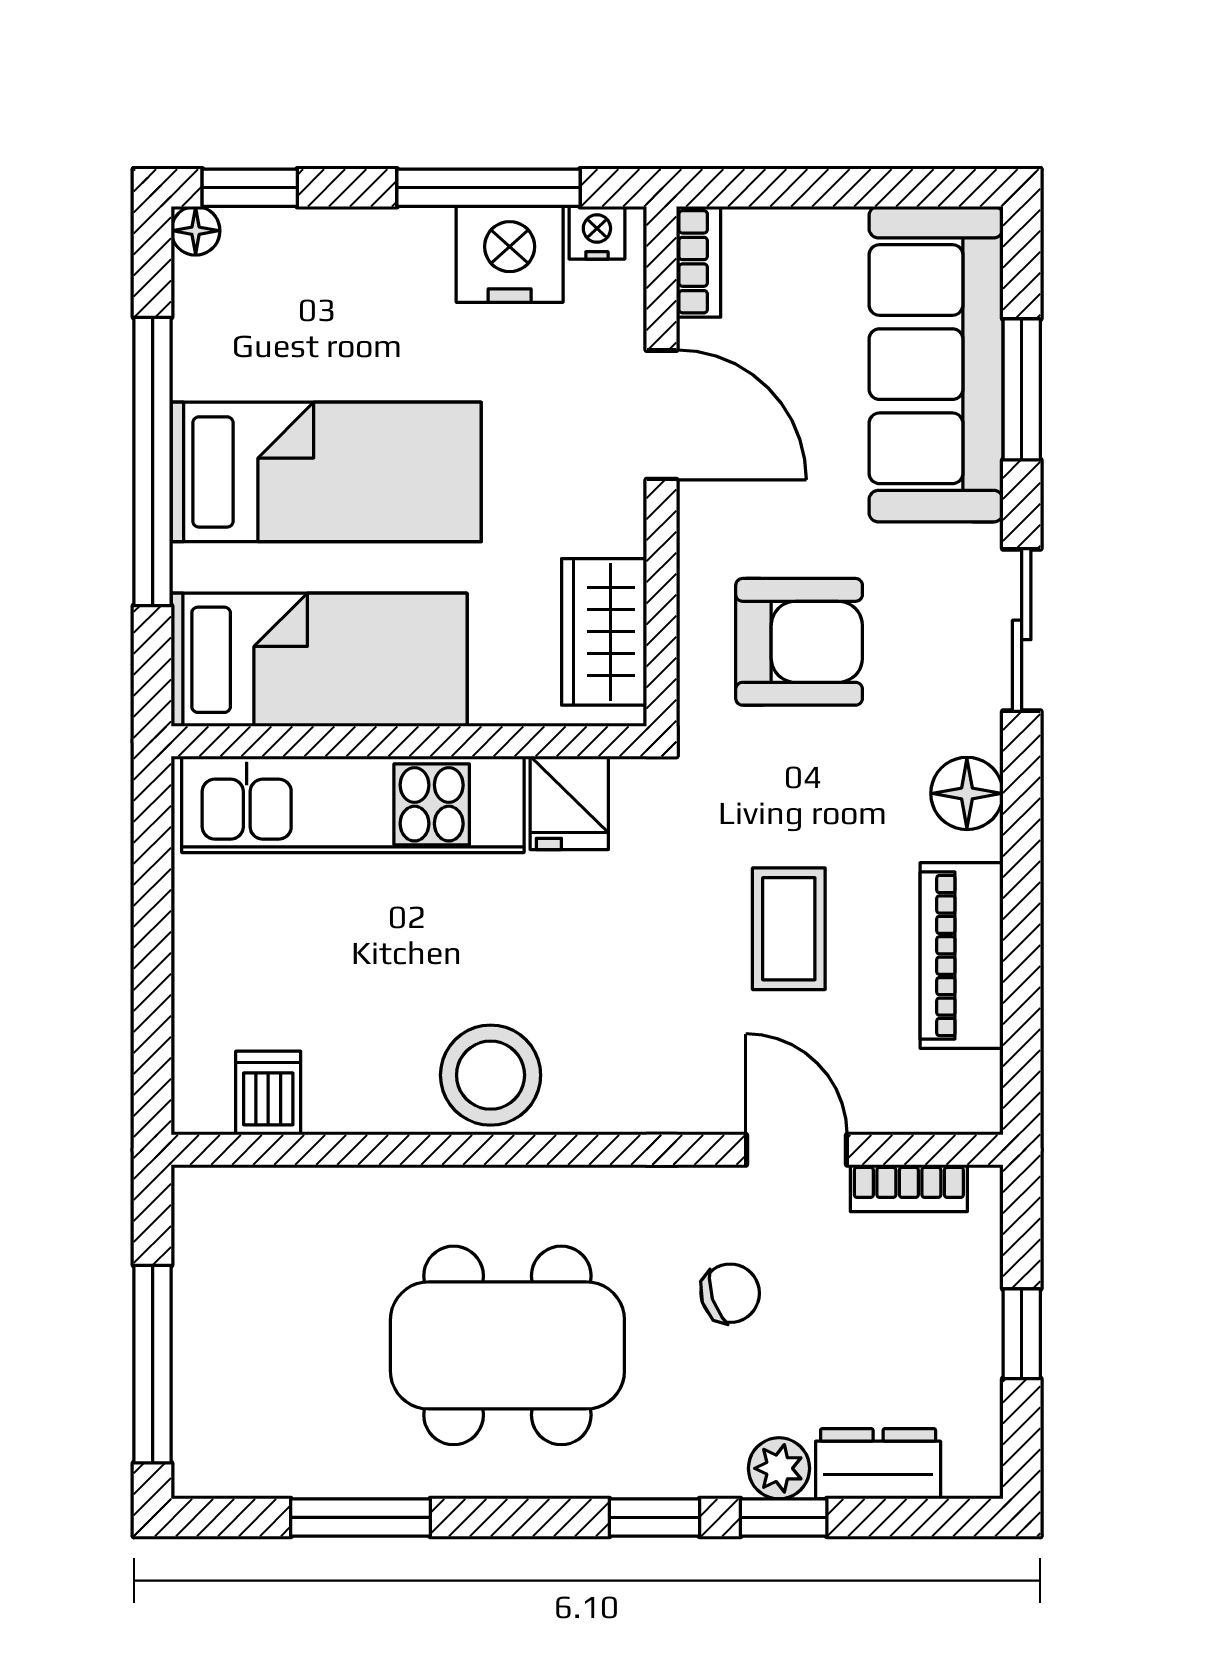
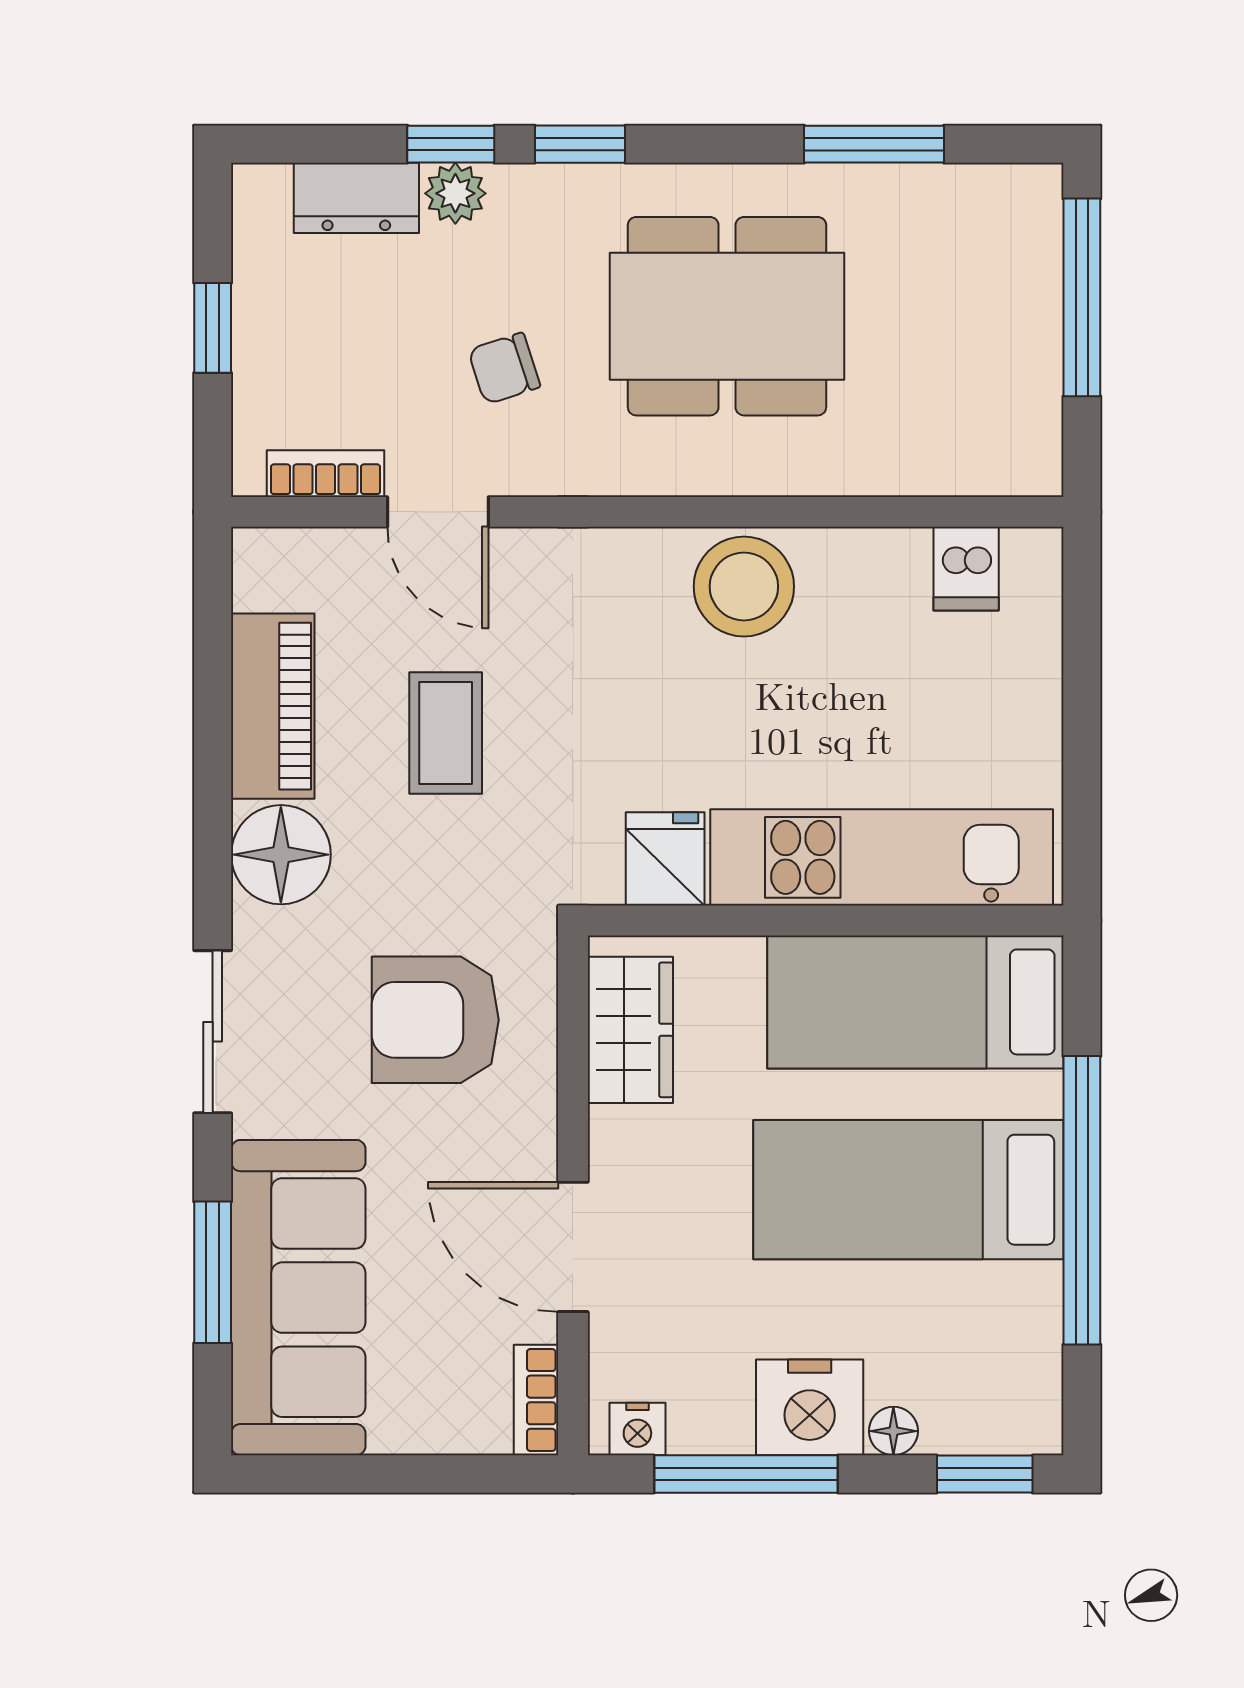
floor lamp: (196, 231) -> (893, 1431), moved
nightstand: (510, 254) -> (810, 1407), moved
floor lamp: (967, 793) -> (281, 855), width x1.38, depth x1.38

